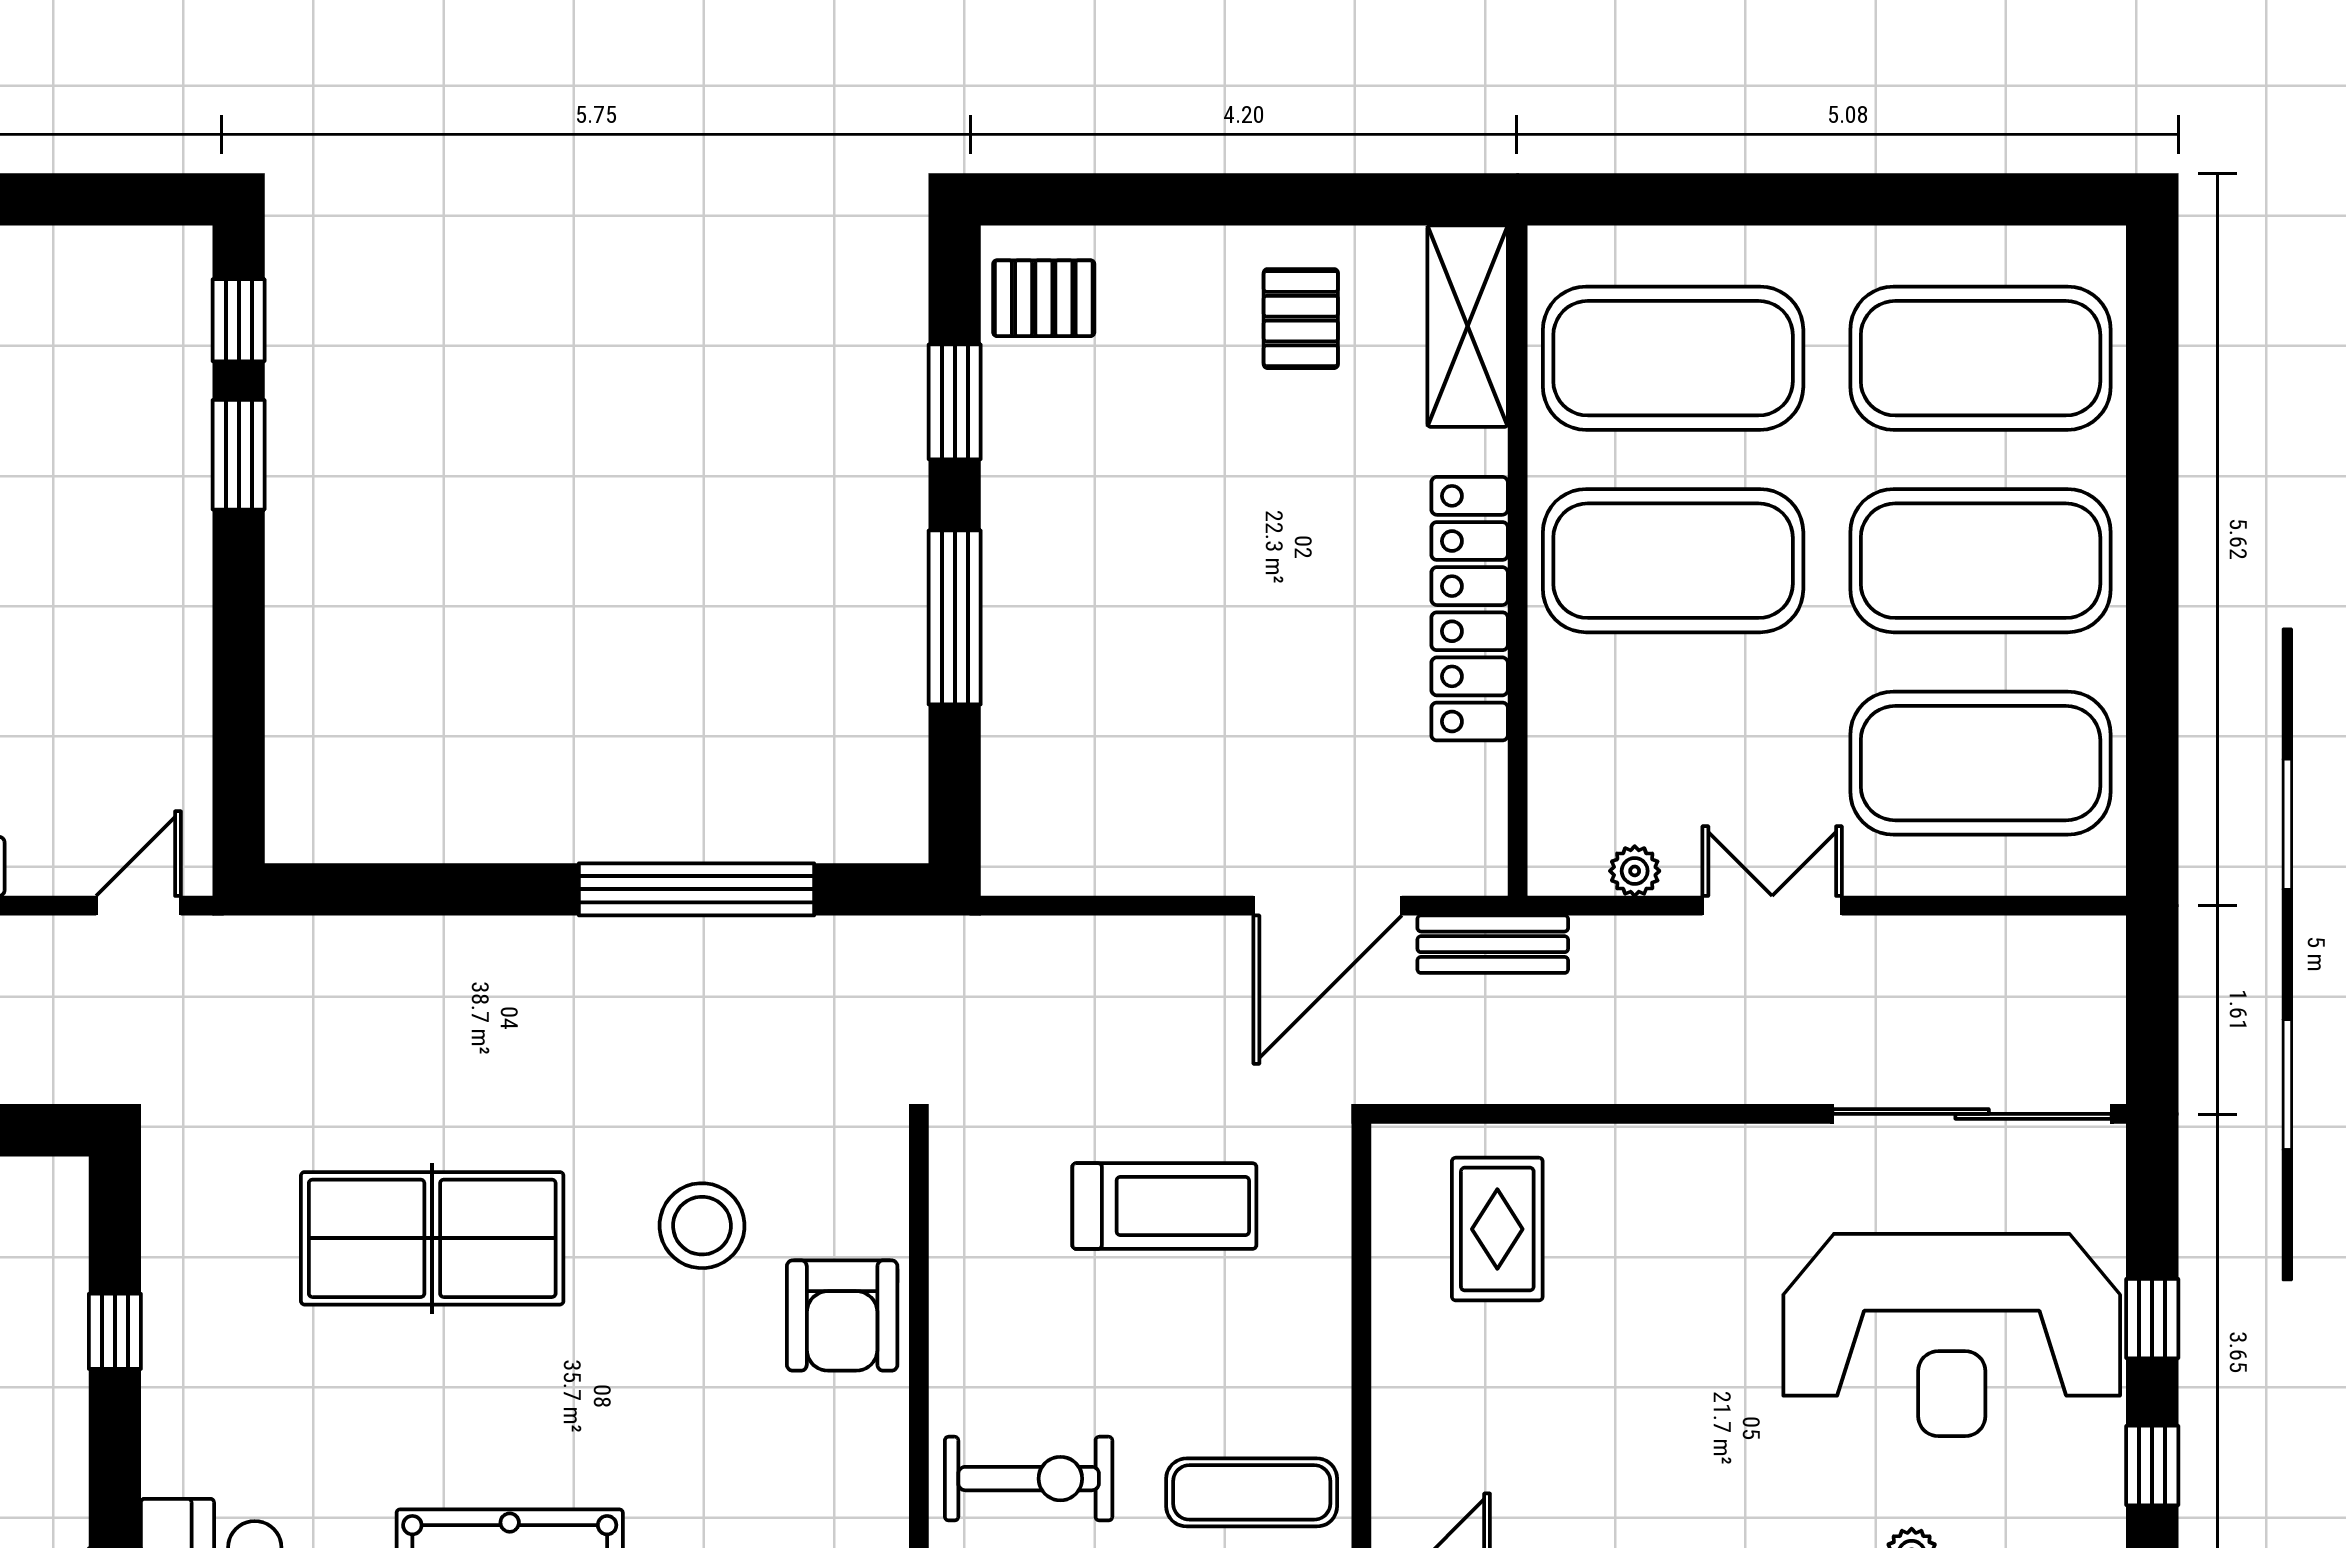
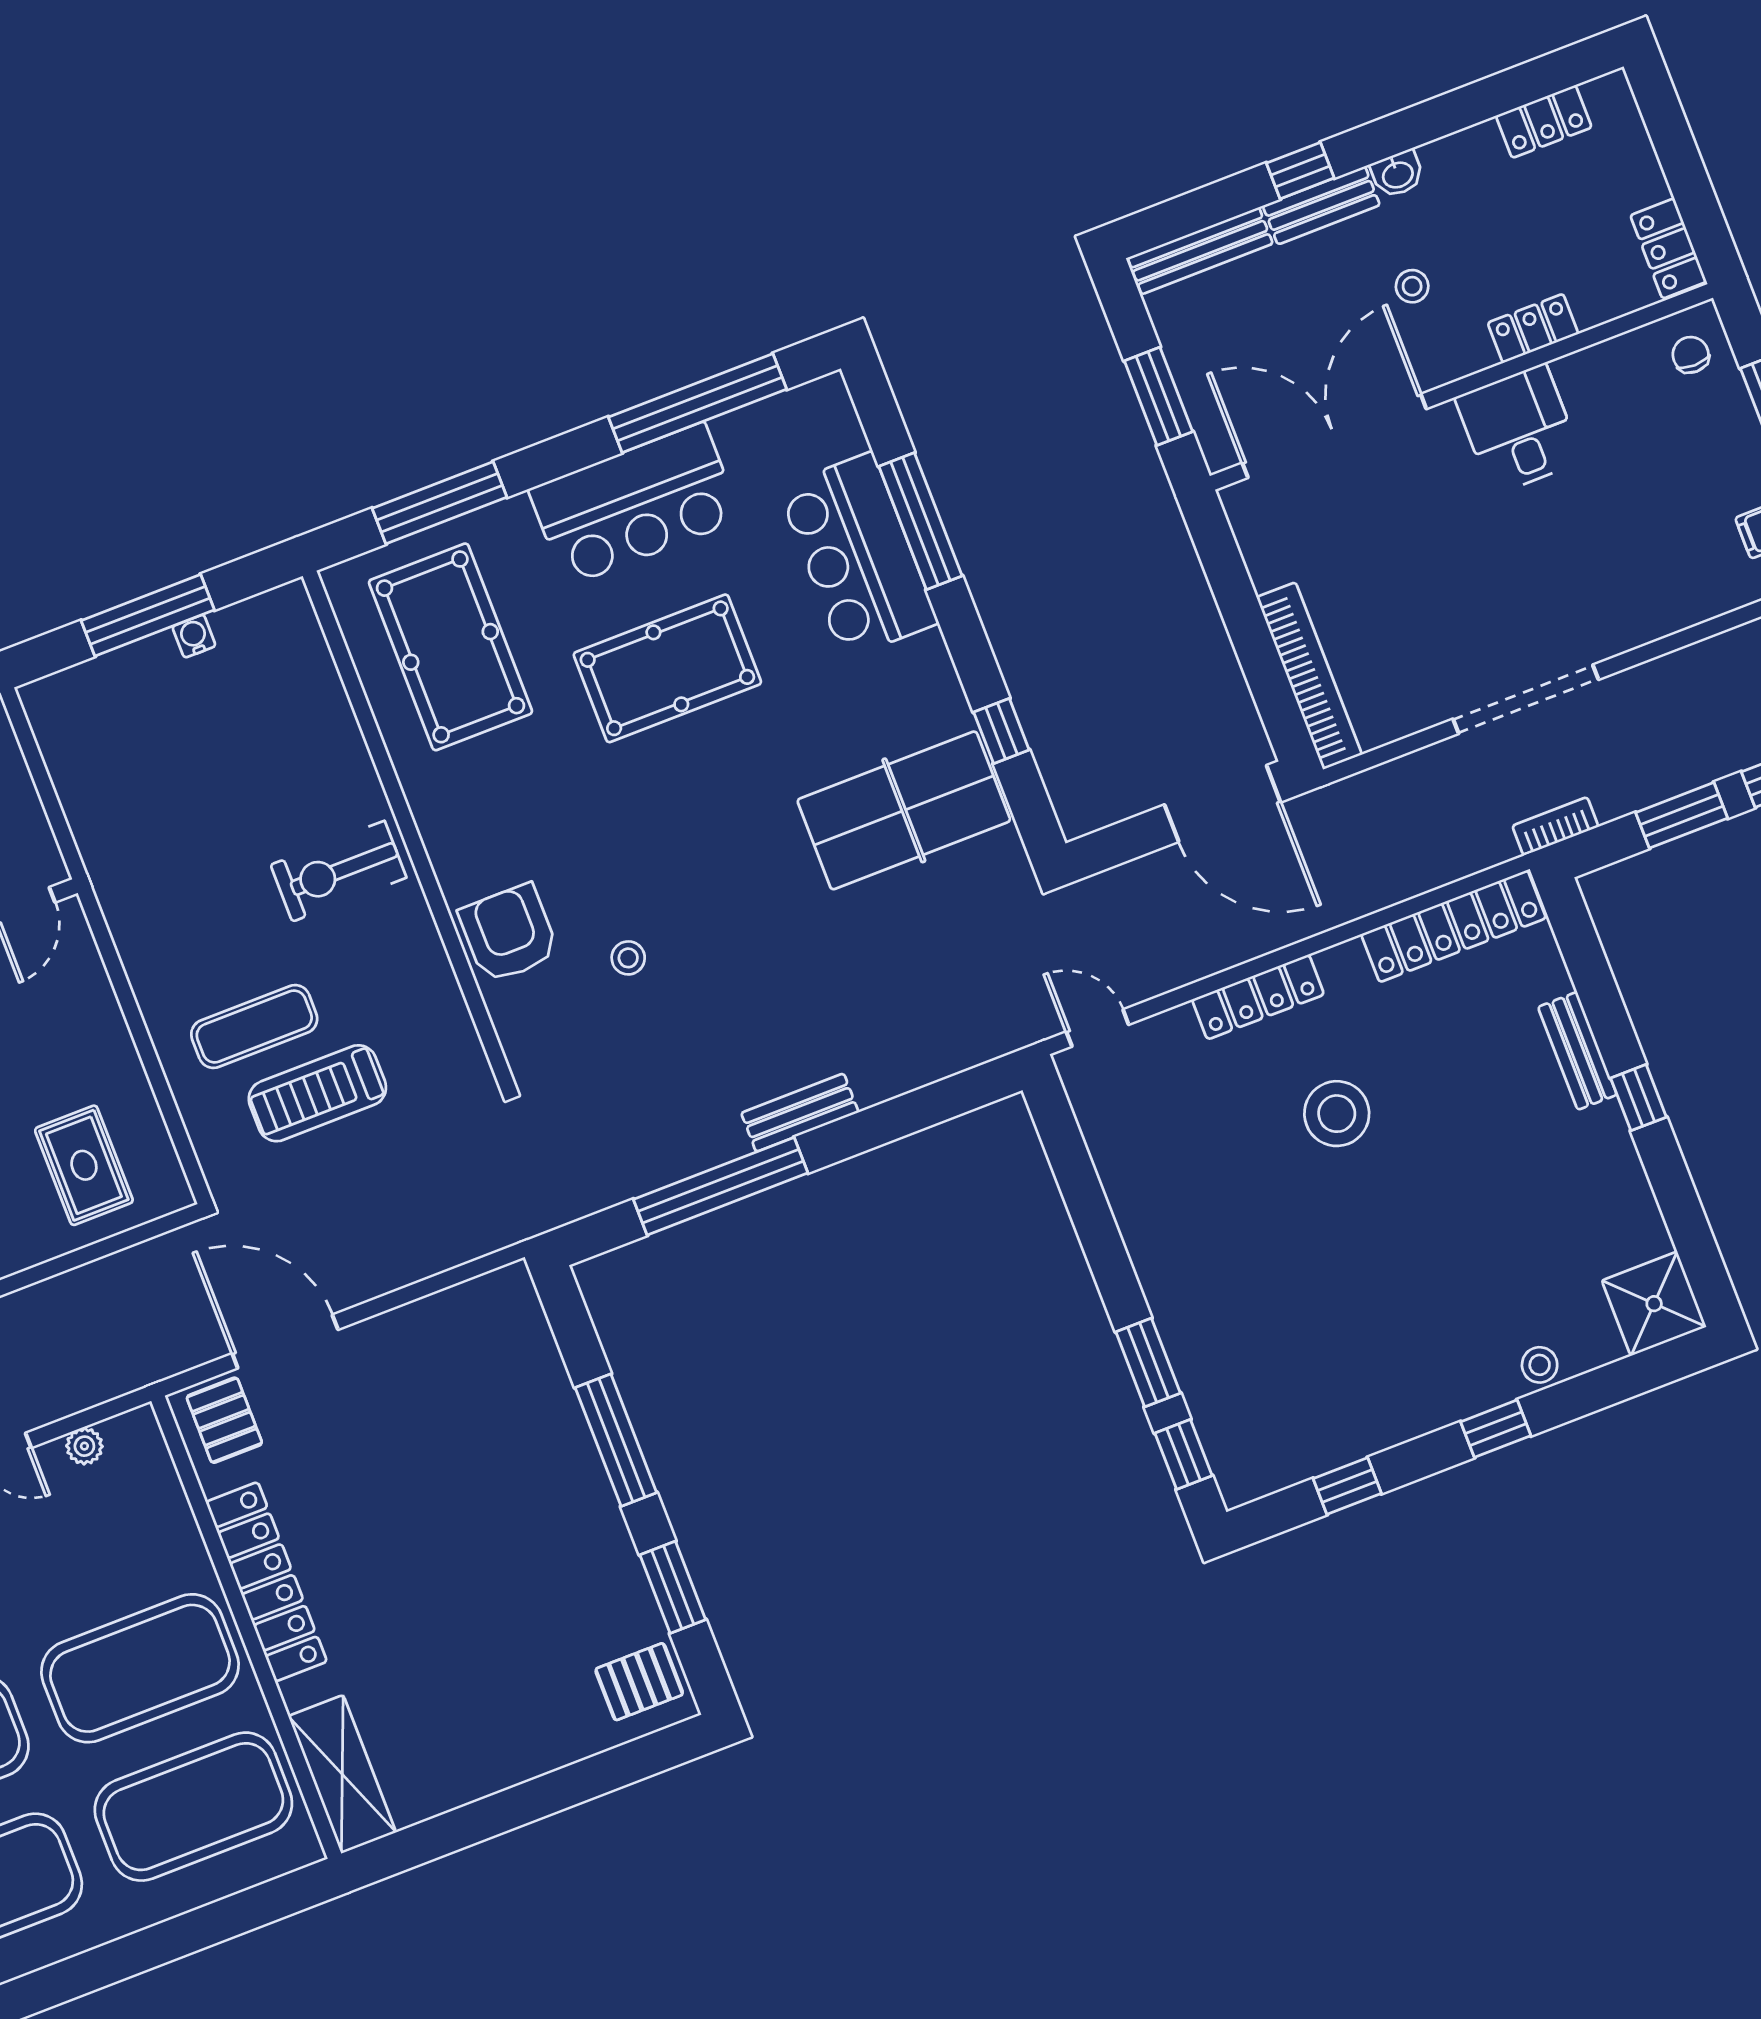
window: (46, 199) -> (1347, 1486), added
pallet: (1301, 319) -> (224, 1420), moved
door: (139, 906) -> (1097, 1028), swing flipped
door: (1328, 906) -> (285, 1341), hinge flipped
bench: (1493, 944) -> (800, 1113), moved
stool: (702, 1226) -> (628, 958), width x0.53, depth x0.53
table tennis table: (432, 1238) -> (904, 810), moved
exercise mat: (1252, 1492) -> (254, 1027), moved

